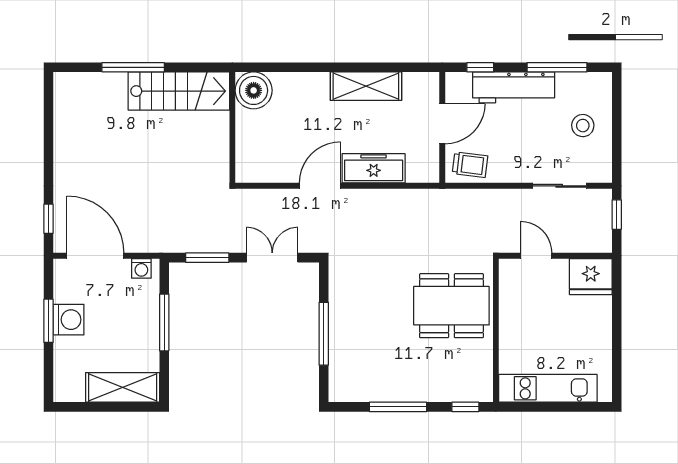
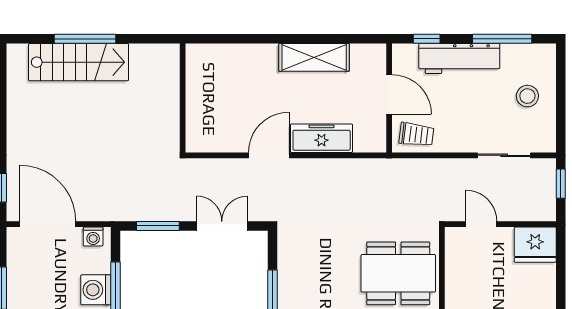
boiler: (254, 90) -> (203, 62), removed
stairs: (179, 91) -> (79, 62), moved
door: (442, 124) -> (389, 94), hinge flipped
washing machine: (69, 320) -> (96, 290), moved, turned 180

